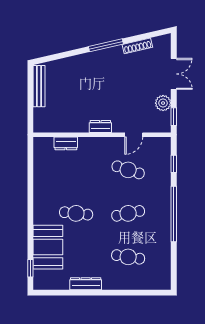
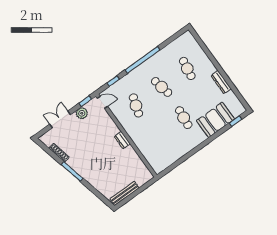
door: (134, 135) -> (102, 102), moved
dresser: (66, 143) -> (147, 153), removed

